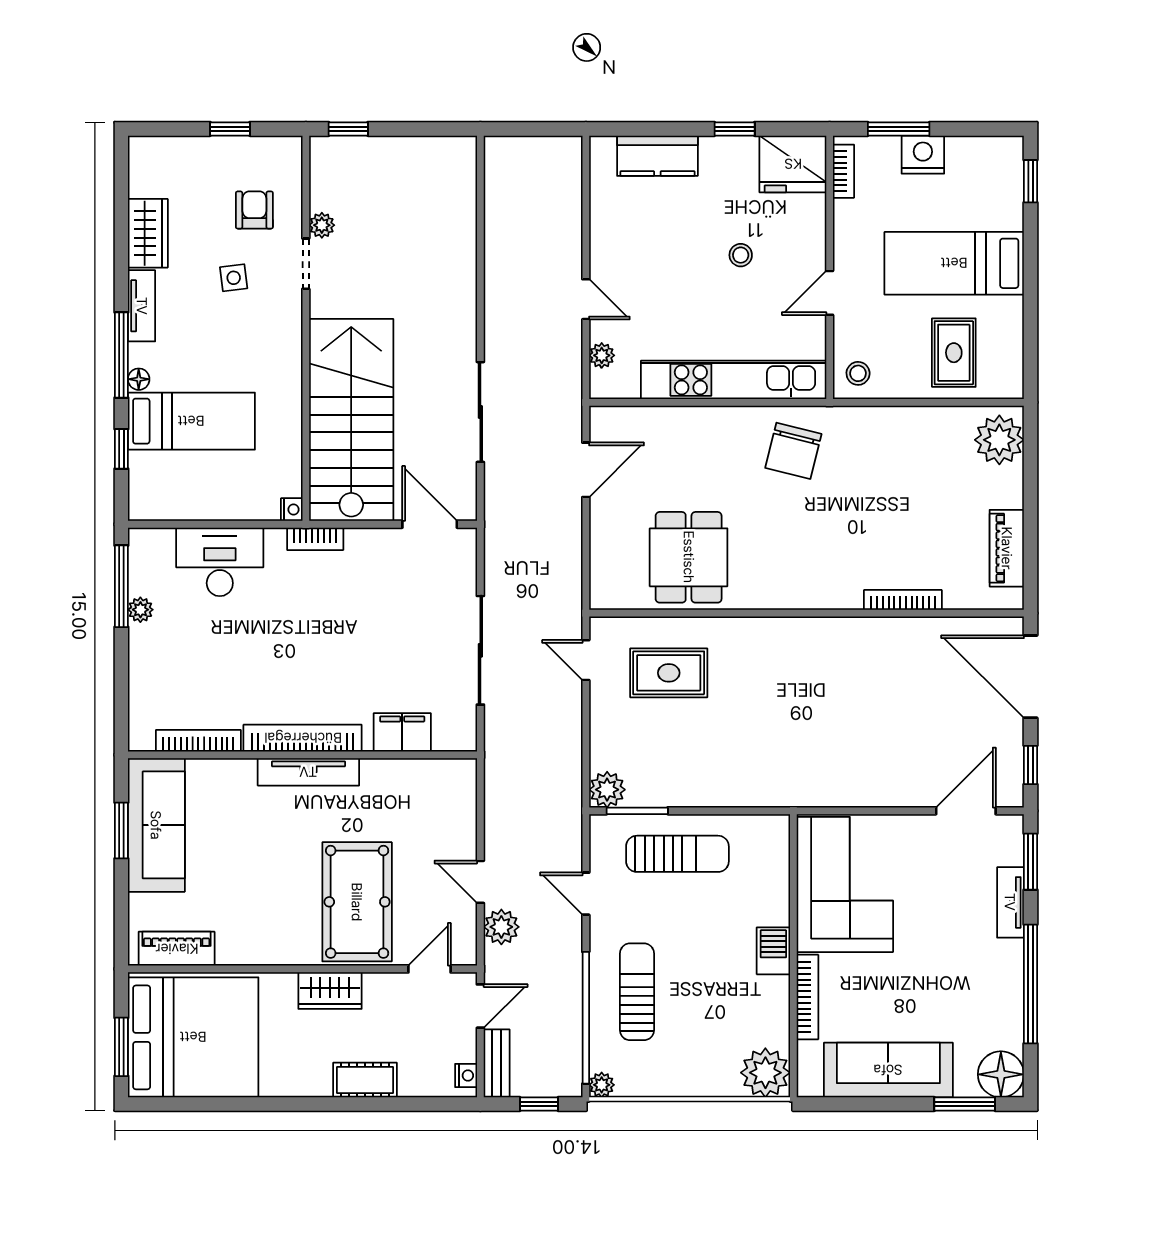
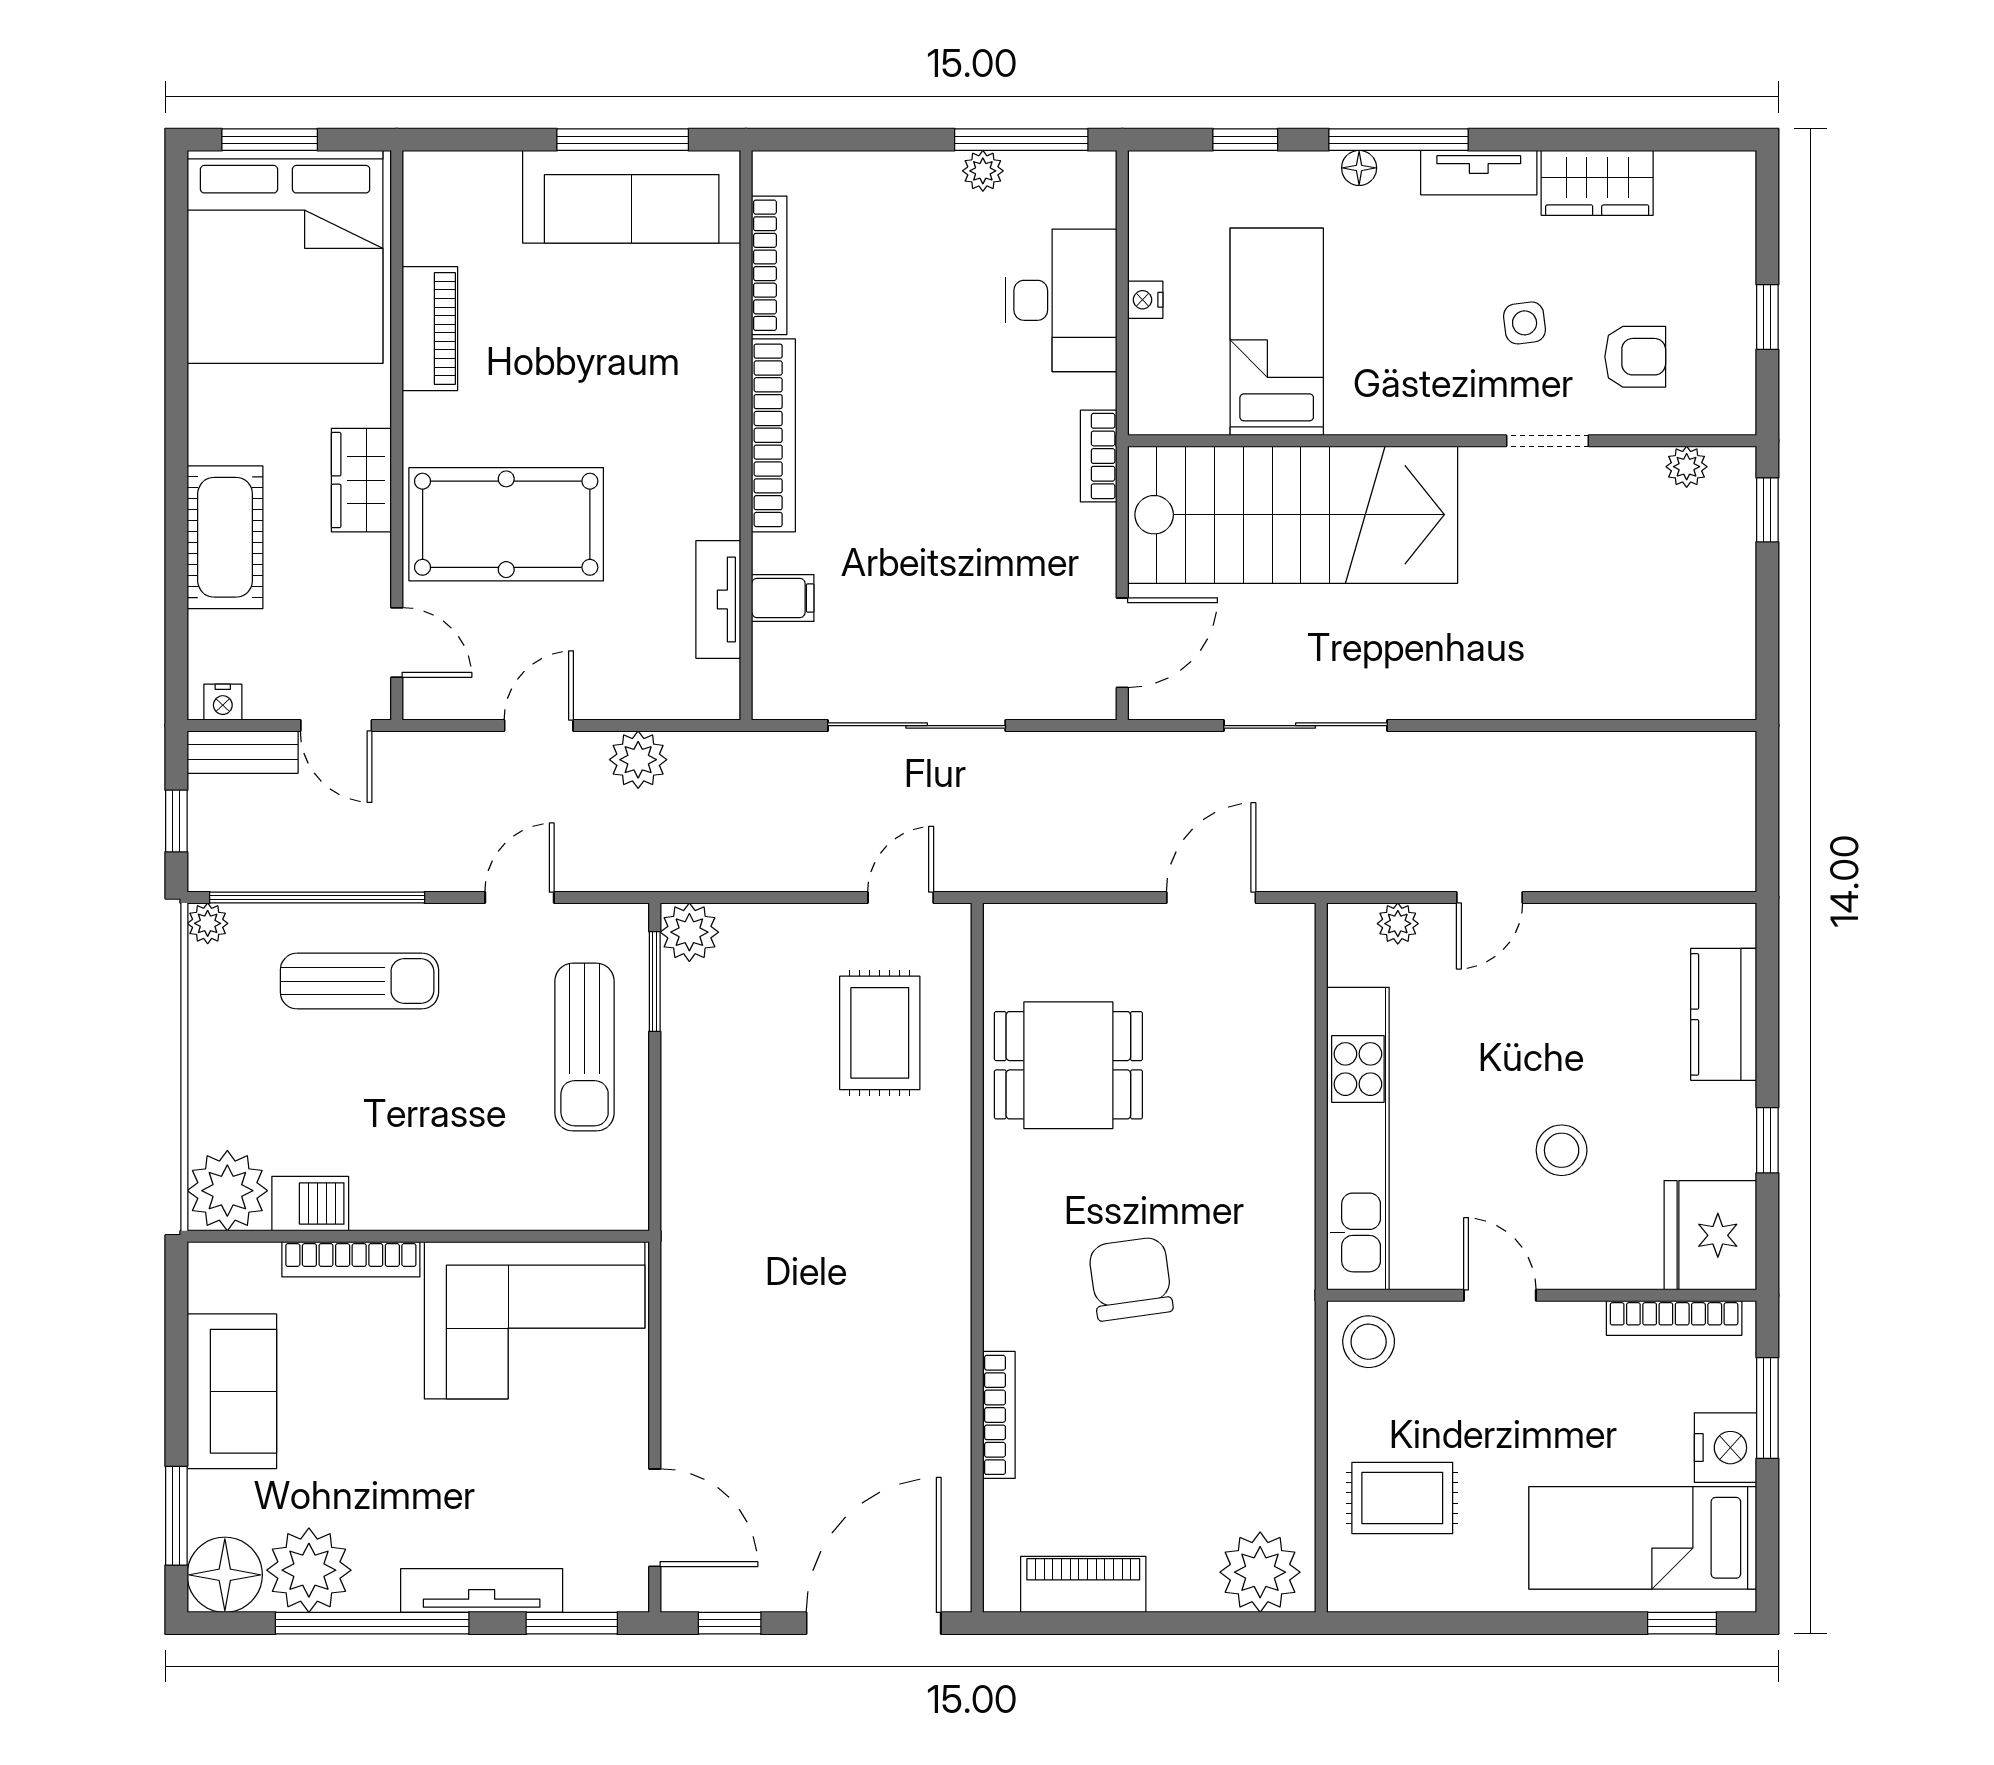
bookcase: (843, 171) -> (1674, 1318), width x1.56
plant: (322, 225) -> (1687, 467), moved
stool: (741, 255) -> (1562, 1150), width x1.37, depth x1.37
bed: (954, 263) -> (1643, 1538), moved, turned -90
stool: (858, 373) -> (1369, 1342), width x1.37, depth x1.37
bed: (191, 421) -> (1277, 332), moved, turned 180
chair: (793, 451) -> (1131, 1279), moved, turned 68
door: (586, 470) -> (1211, 898), swing flipped
nightstand: (292, 510) -> (1145, 300), moved, turned 90
filing cabinet: (402, 732) -> (783, 598), width x0.50
tv unit: (308, 772) -> (718, 599), moved, width x0.71
window: (121, 830) -> (623, 140), width x1.44
tv unit: (1010, 902) -> (482, 1590), width x1.41
plant: (501, 927) -> (638, 760), moved
piano: (177, 949) -> (430, 329), moved
barbecue: (773, 951) -> (310, 1204), moved
plant: (998, 1023) -> (309, 1570), added
sofa: (888, 1070) -> (232, 1391), width x0.73
cot: (365, 1080) -> (225, 537), width x1.37, depth x1.34

